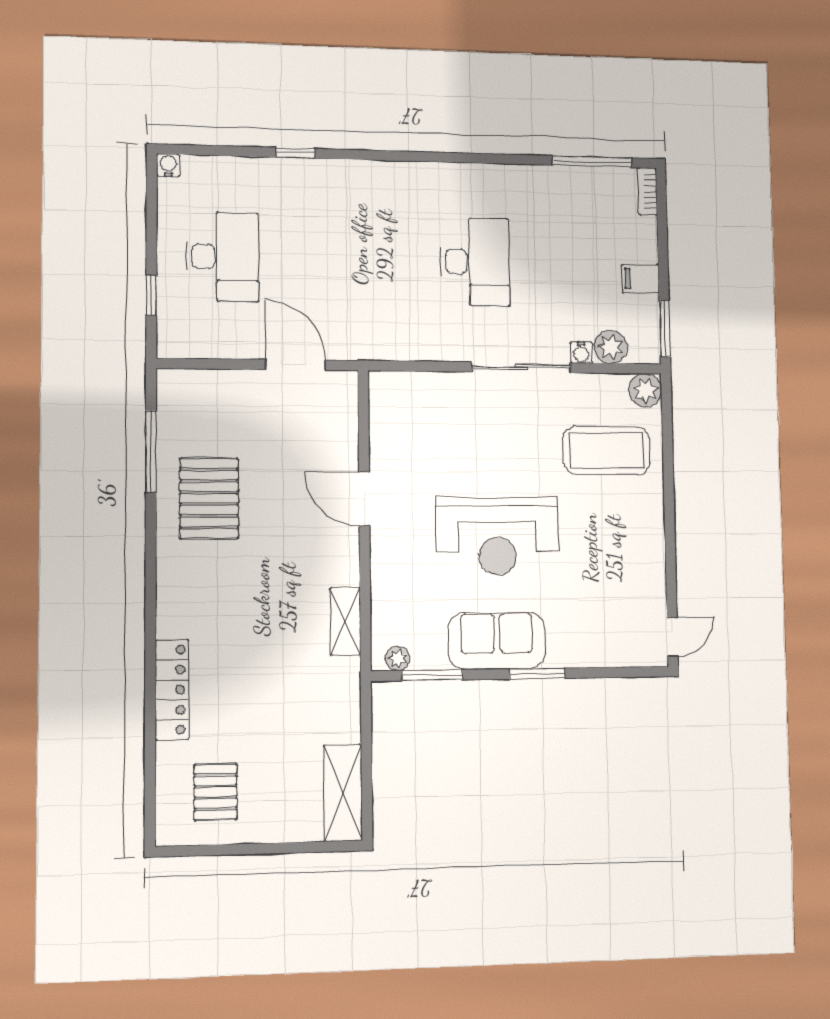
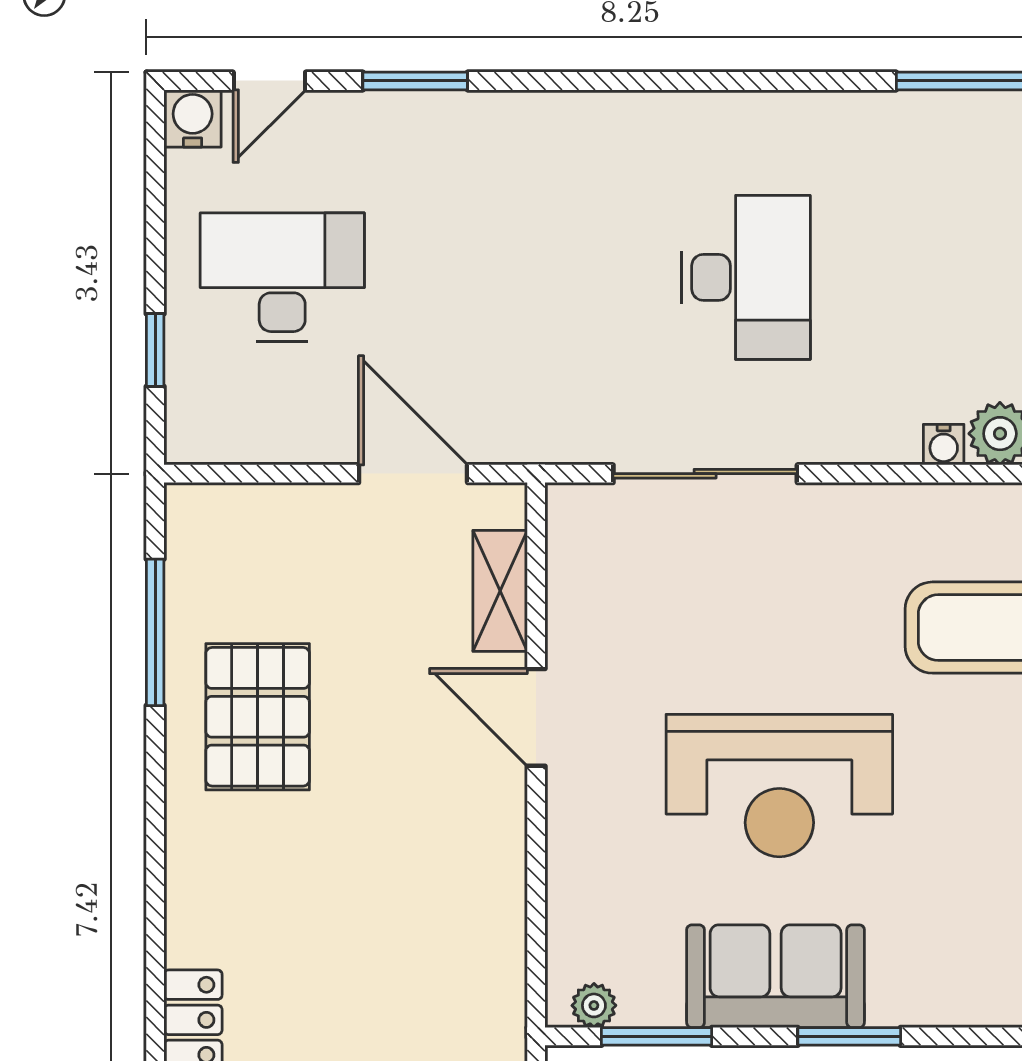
door: (215, 151) -> (269, 81), added
window: (296, 153) -> (415, 81), width x1.50
water cooler: (168, 165) -> (193, 118), width x1.38, depth x1.38
desk: (223, 257) -> (282, 277), turned -90
sliding door: (521, 367) -> (705, 474), moved
shelving: (345, 621) -> (500, 591), moved

